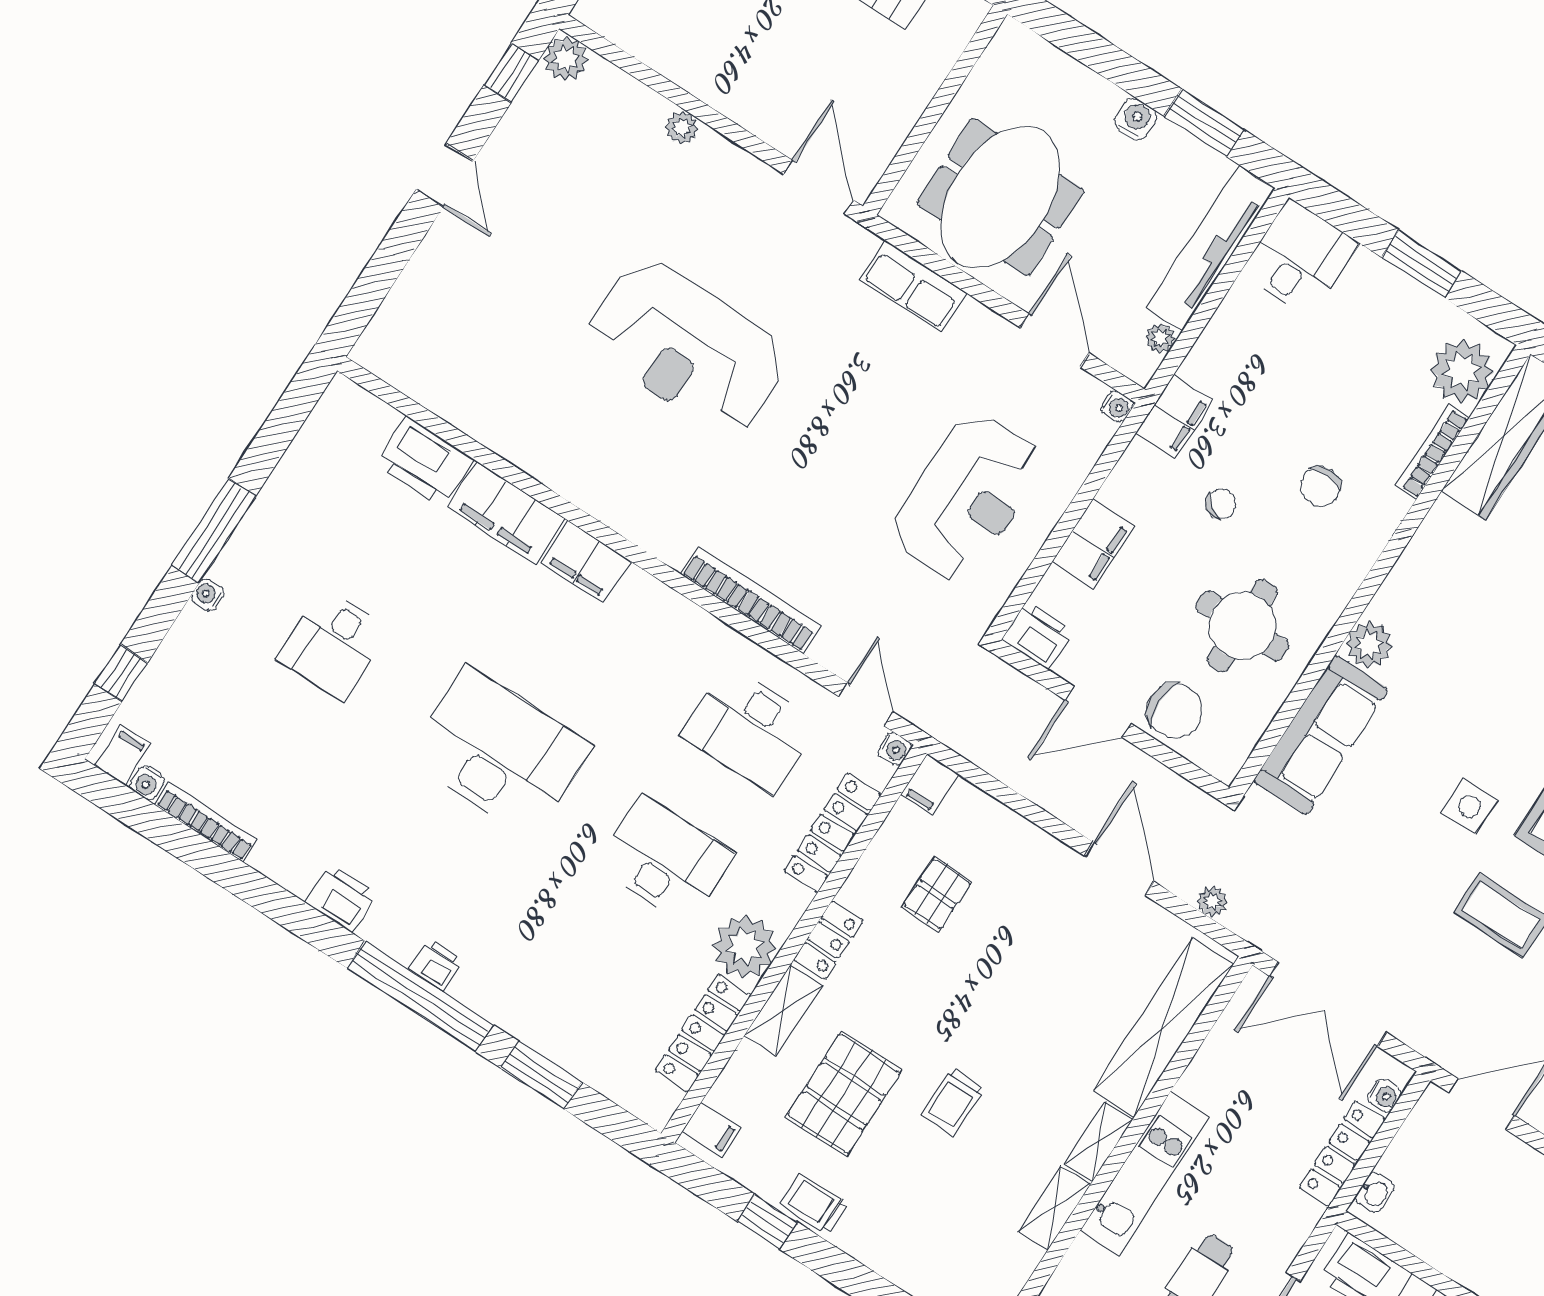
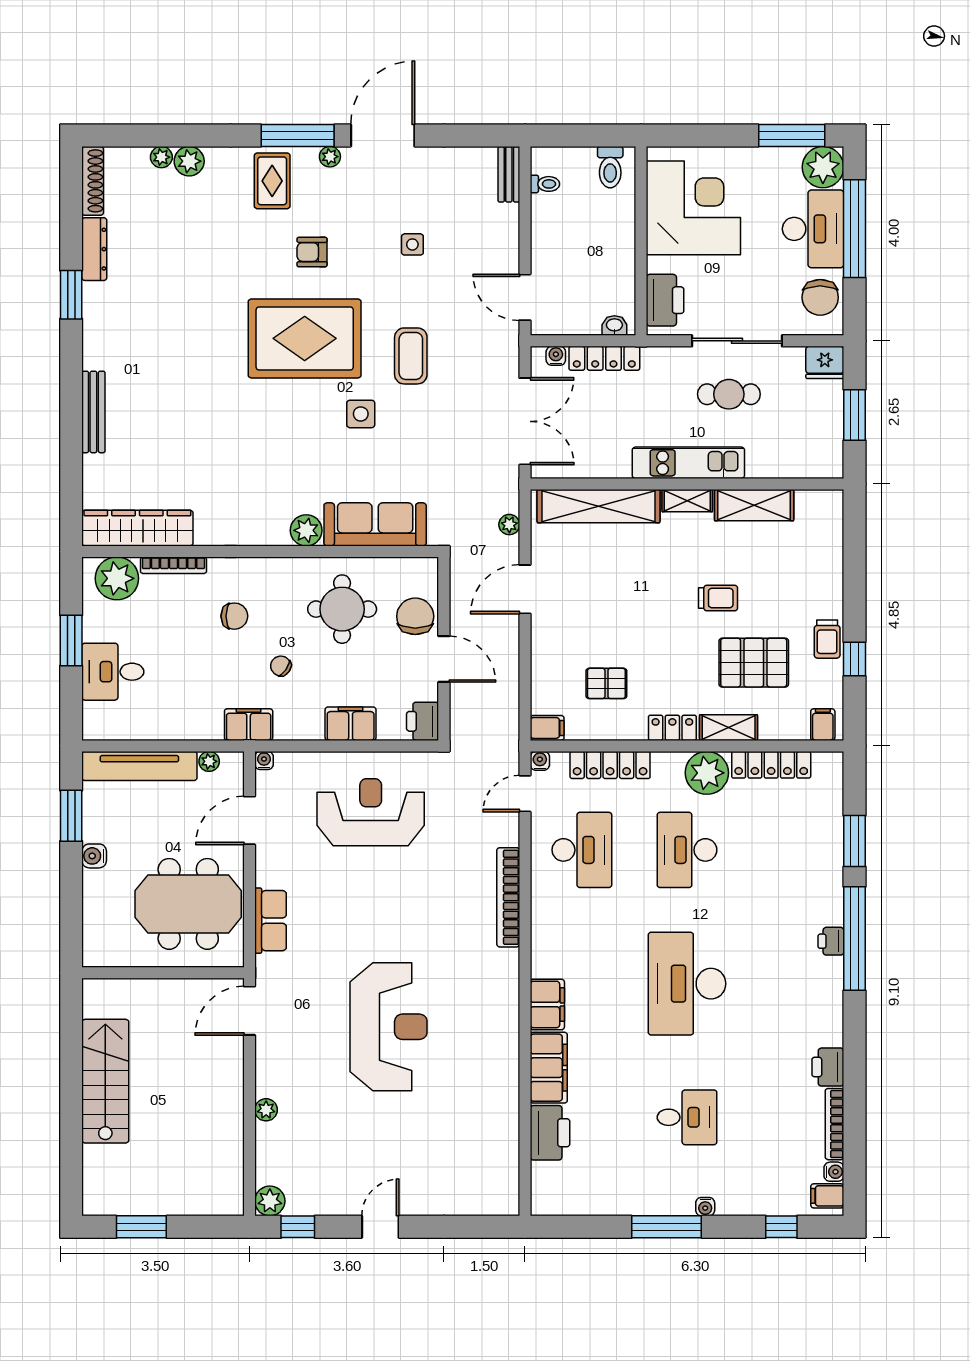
desk: (1299, 258) -> (113, 672), moved
printer: (341, 898) -> (828, 1067), moved
shelving: (1055, 1208) -> (754, 505), width x1.50, depth x1.33

